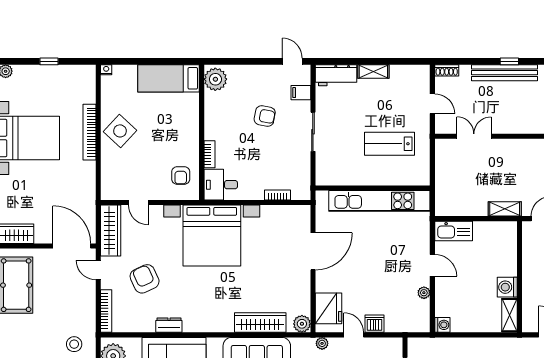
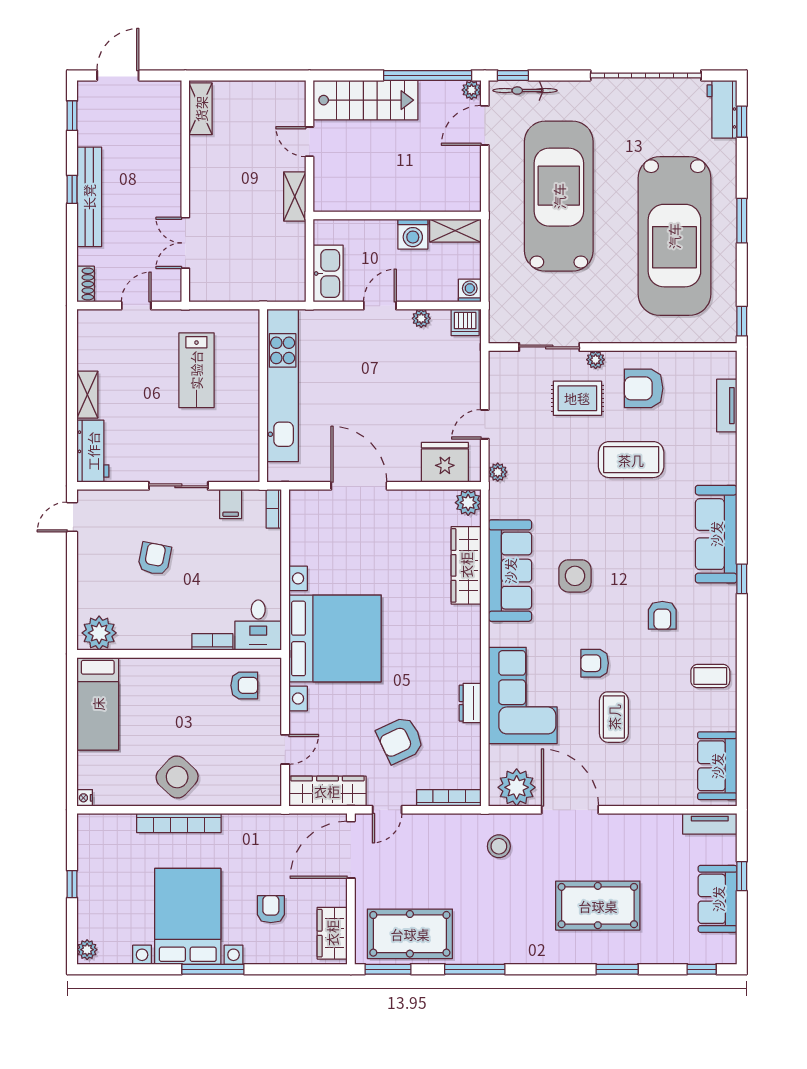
filing cabinet: (301, 93) -> (231, 504), moved
armchair: (32, 193) -> (271, 909), added
bookcase: (278, 195) -> (274, 509), moved
wall: (520, 277) -> (397, 215), moved
washing machine: (507, 287) -> (413, 234), moved
shelving: (510, 315) -> (455, 231), moved
dishwasher: (375, 324) -> (465, 322), moved, turned -90

